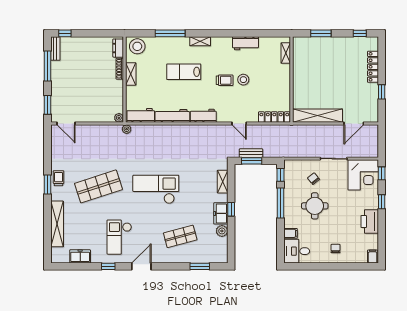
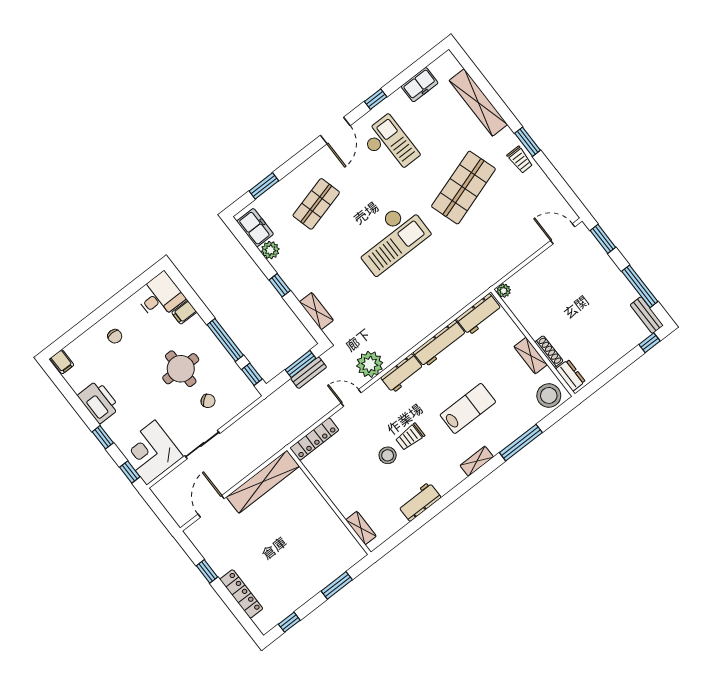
plant: (127, 129) -> (370, 364), moved, width x1.87, depth x1.87
freezer: (221, 213) -> (255, 228), moved

